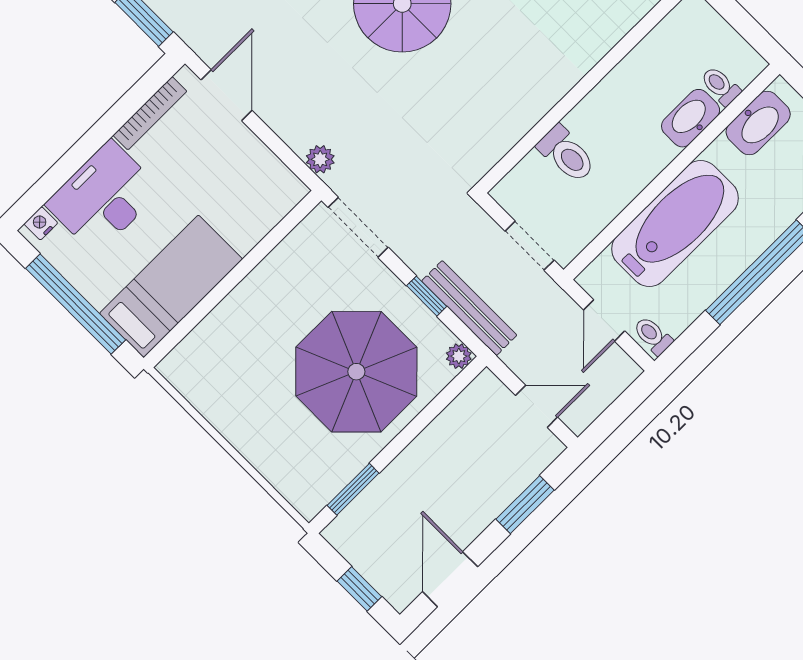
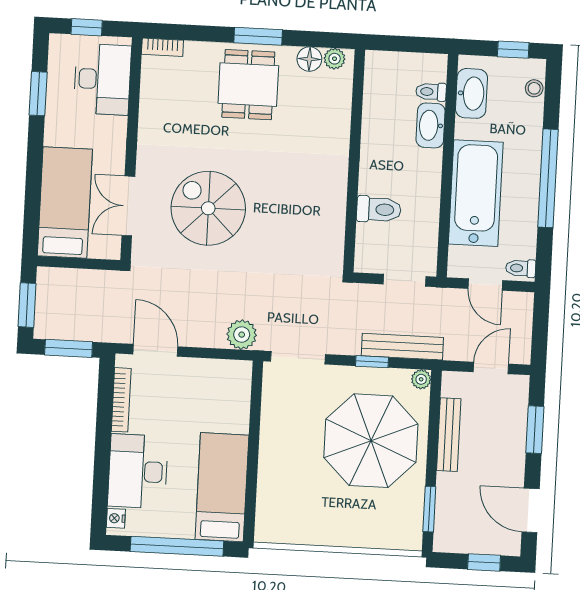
plant: (320, 159) -> (242, 335), width x1.38, depth x1.38
bench: (437, 434) -> (449, 435), added

